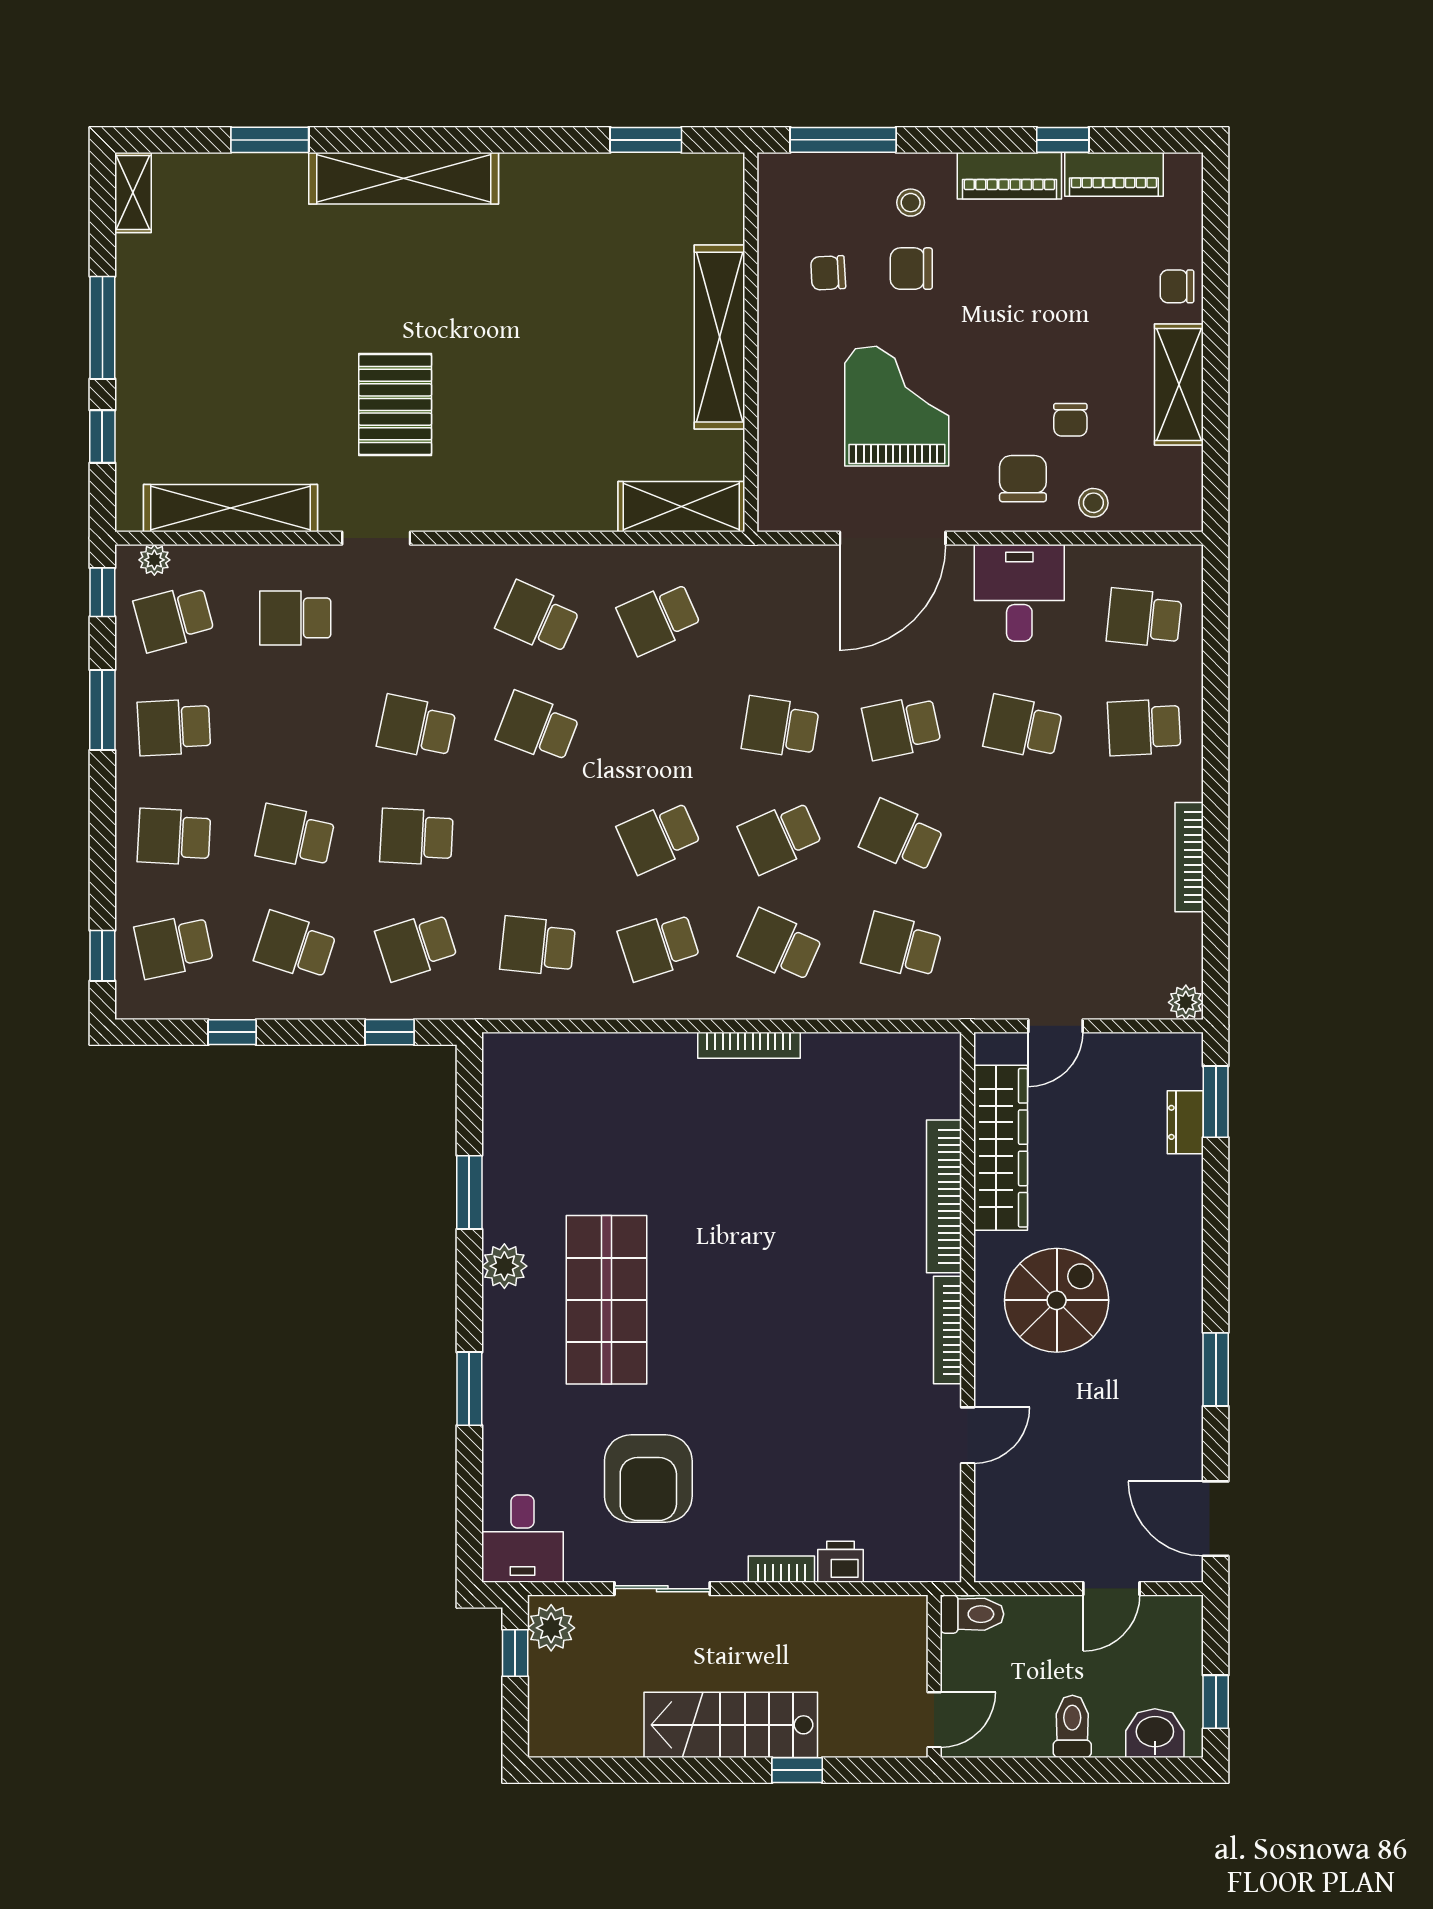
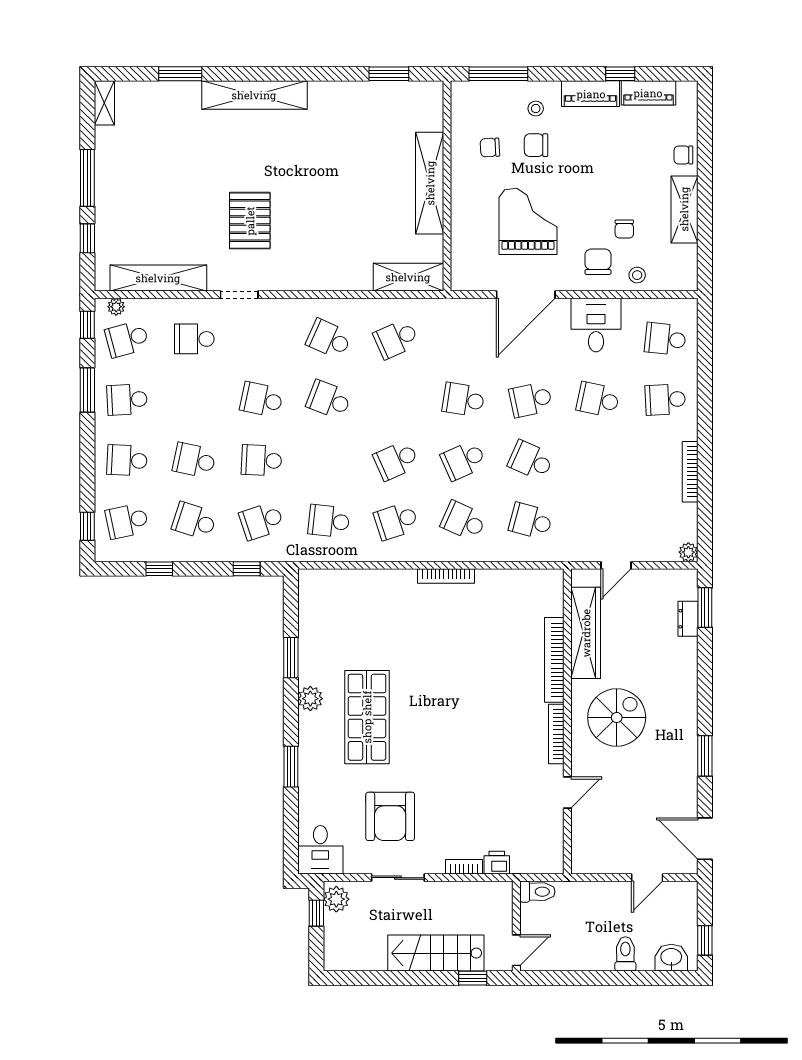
toilet: (972, 1614) -> (537, 892), moved
wall: (934, 1676) -> (516, 926), moved
door: (934, 1720) -> (516, 950), moved

